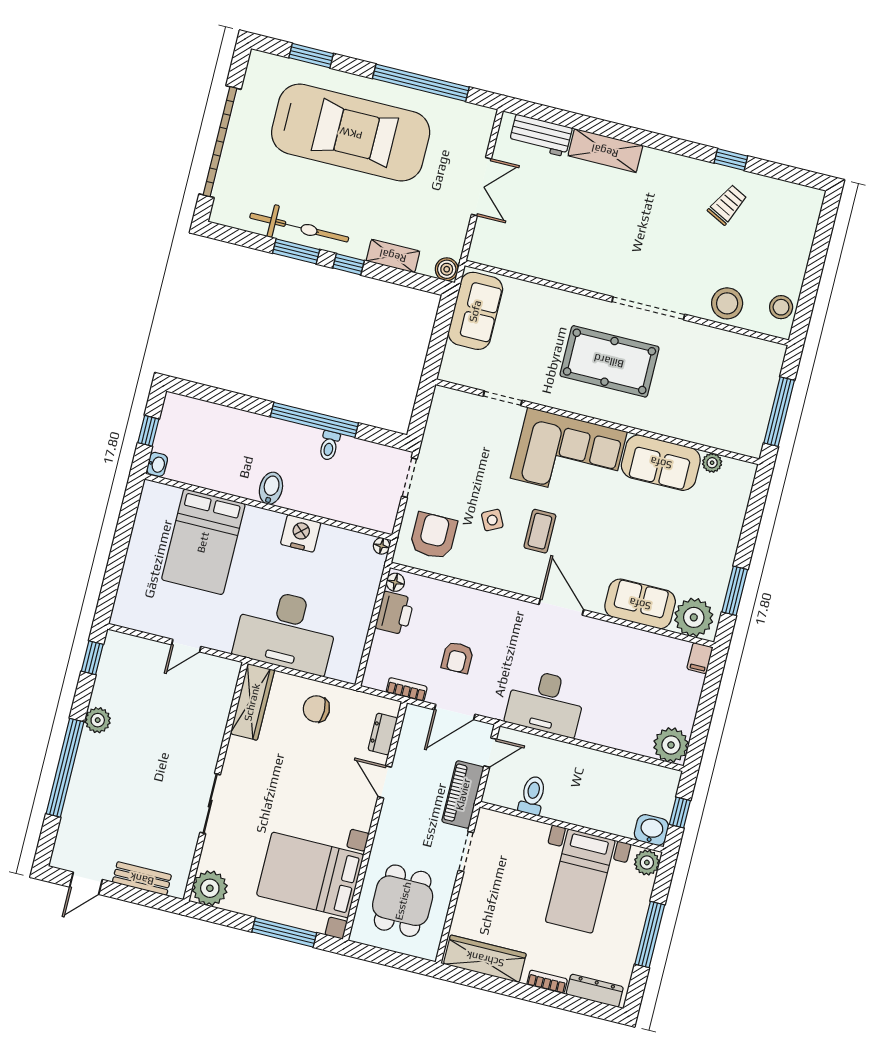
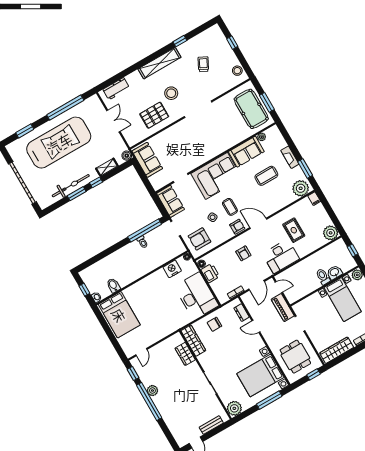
shelving: (605, 151) -> (159, 63), moved, width x1.47
trolley: (727, 205) -> (203, 64), moved
pallet: (562, 245) -> (154, 115), added
window: (819, 250) -> (232, 43), added
stool: (727, 303) -> (171, 93), moved
pool table: (609, 361) -> (251, 109), moved, turned 90
window: (779, 412) -> (267, 102), width x0.69
window: (314, 420) -> (145, 231), moved
bidet: (271, 488) -> (113, 285), moved
nightstand: (301, 533) -> (172, 269), moved
armchair: (433, 536) -> (200, 239), turned -90
coffee table: (655, 538) -> (266, 176), added
bed: (203, 542) -> (119, 315), moved
fireplace: (727, 546) -> (290, 157), added
armchair: (519, 578) -> (237, 227), added
sofa: (640, 604) -> (170, 201), moved, turned 90
desk: (286, 631) -> (196, 296), moved, turned -90
door: (186, 646) -> (141, 352), moved
armchair: (457, 657) -> (243, 253), moved
rug: (612, 679) -> (294, 230), added
wardrobe: (216, 711) -> (185, 354), added
door: (490, 753) -> (279, 287), hinge flipped
window: (65, 768) -> (149, 401), moved
toilet: (532, 795) -> (323, 277), moved
washbasin: (651, 830) -> (334, 272), moved
window: (404, 962) -> (314, 374), added

